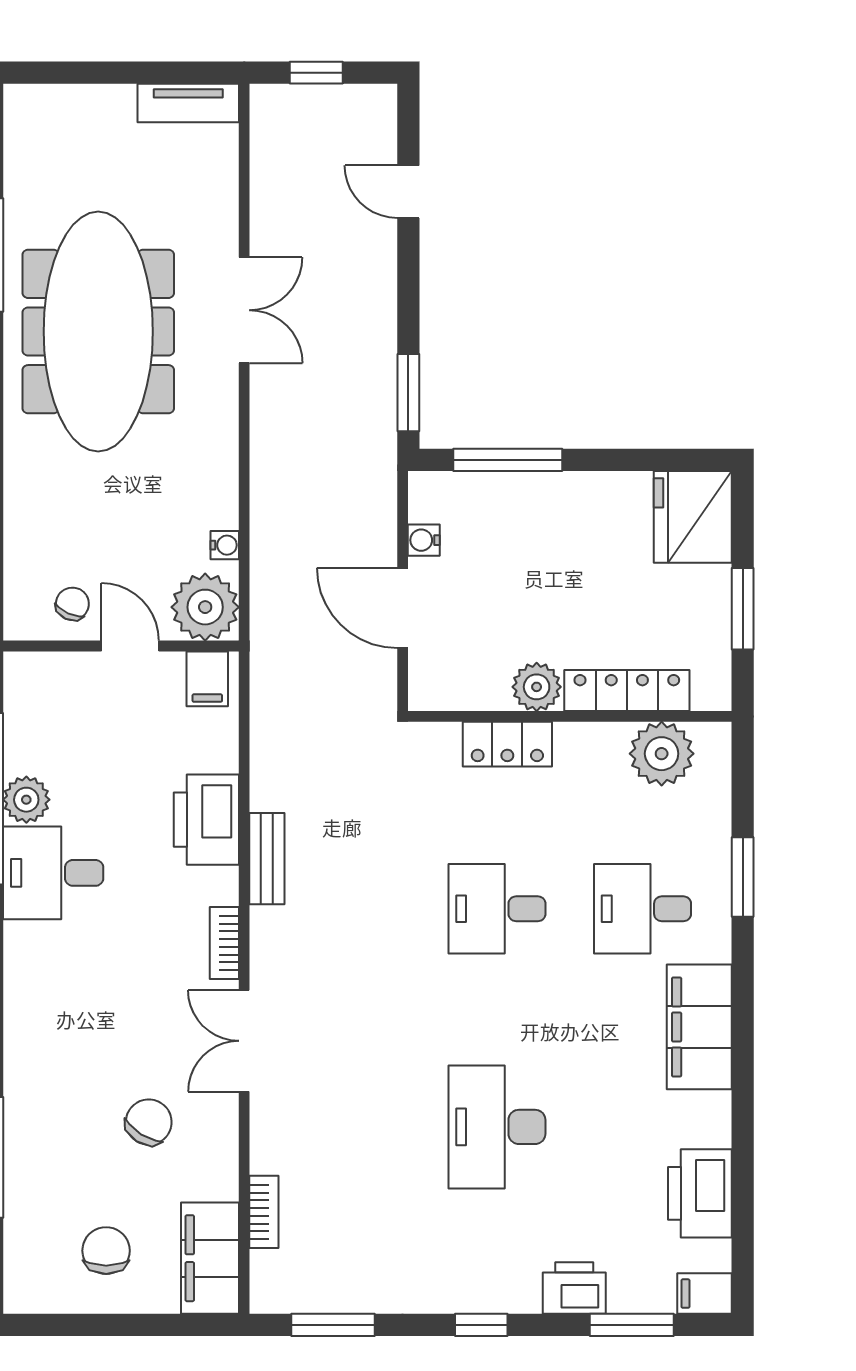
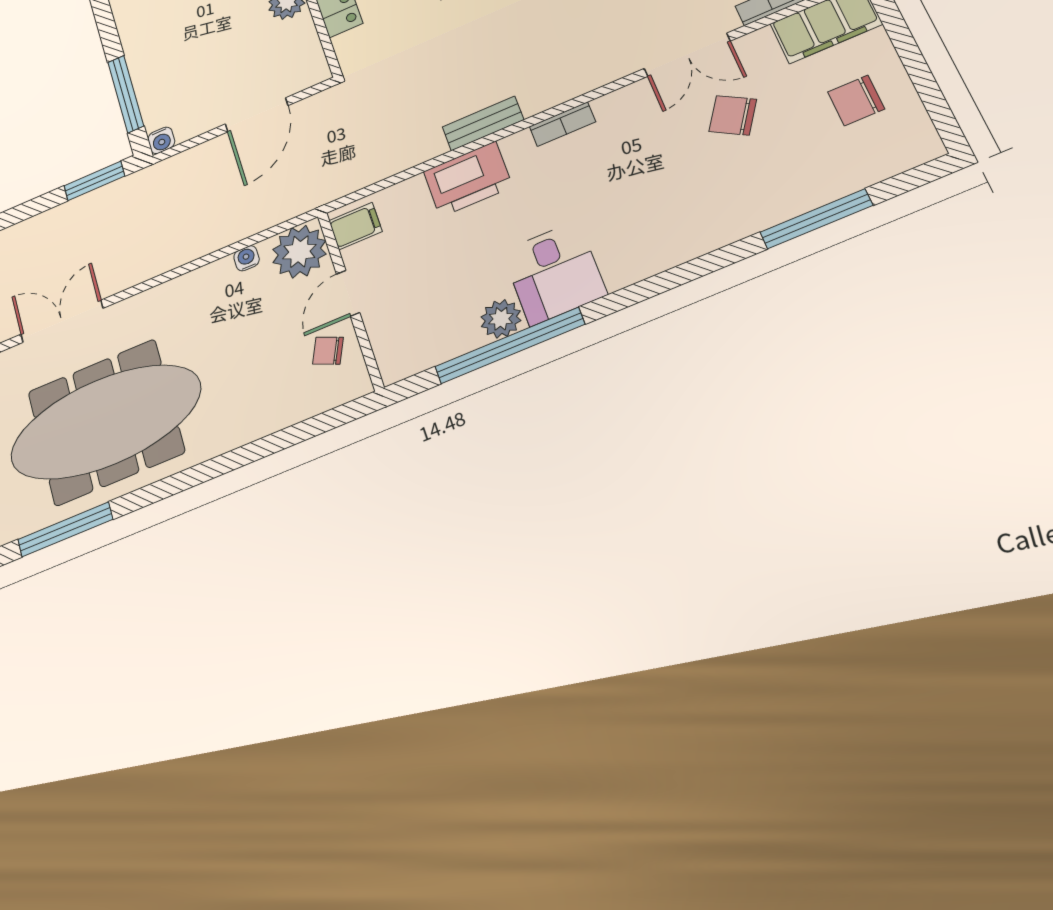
water cooler: (424, 540) -> (161, 140), moved
double door: (244, 1041) -> (687, 55), moved

